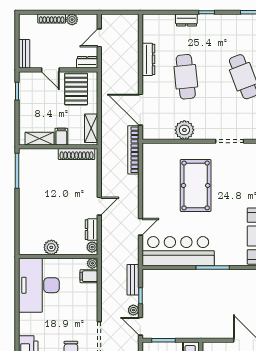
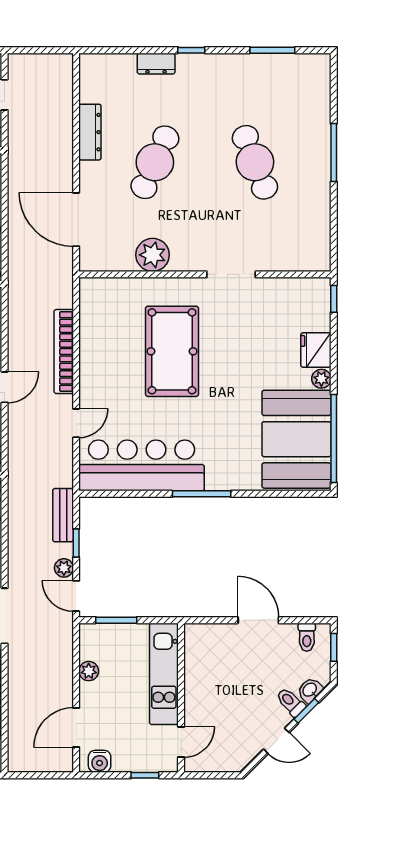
cafe table: (186, 77) -> (155, 162), turned 30
bookcase: (133, 150) -> (64, 352), moved

